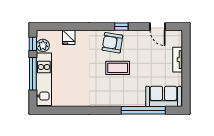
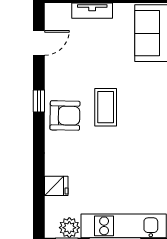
armchair: (112, 43) -> (65, 116), turned -98

